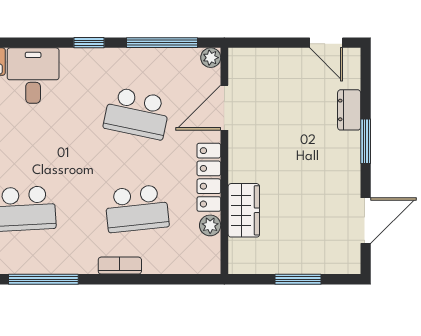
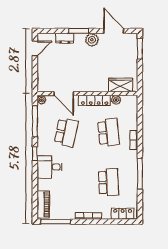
desk: (33, 76) -> (50, 167), moved
plant: (346, 171) -> (92, 40), added
wardrobe: (244, 210) -> (121, 85), moved
window: (298, 279) -> (140, 49), moved

